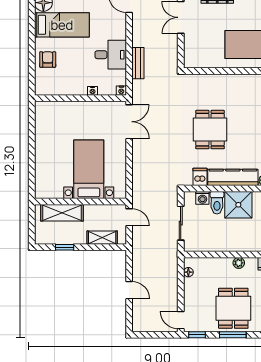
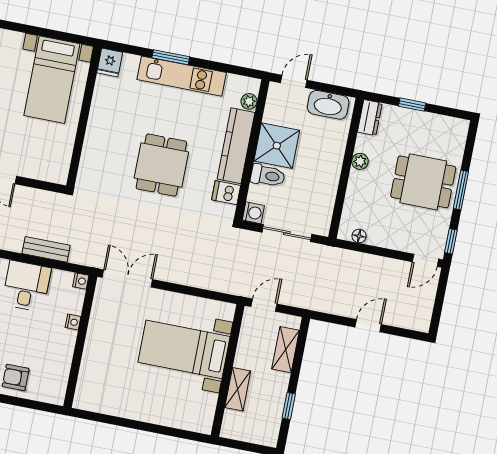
dining table: (210, 130) -> (161, 165), turned 90
washing machine: (202, 198) -> (253, 213), moved
shelving: (62, 213) -> (238, 389), width x0.67, depth x0.75

